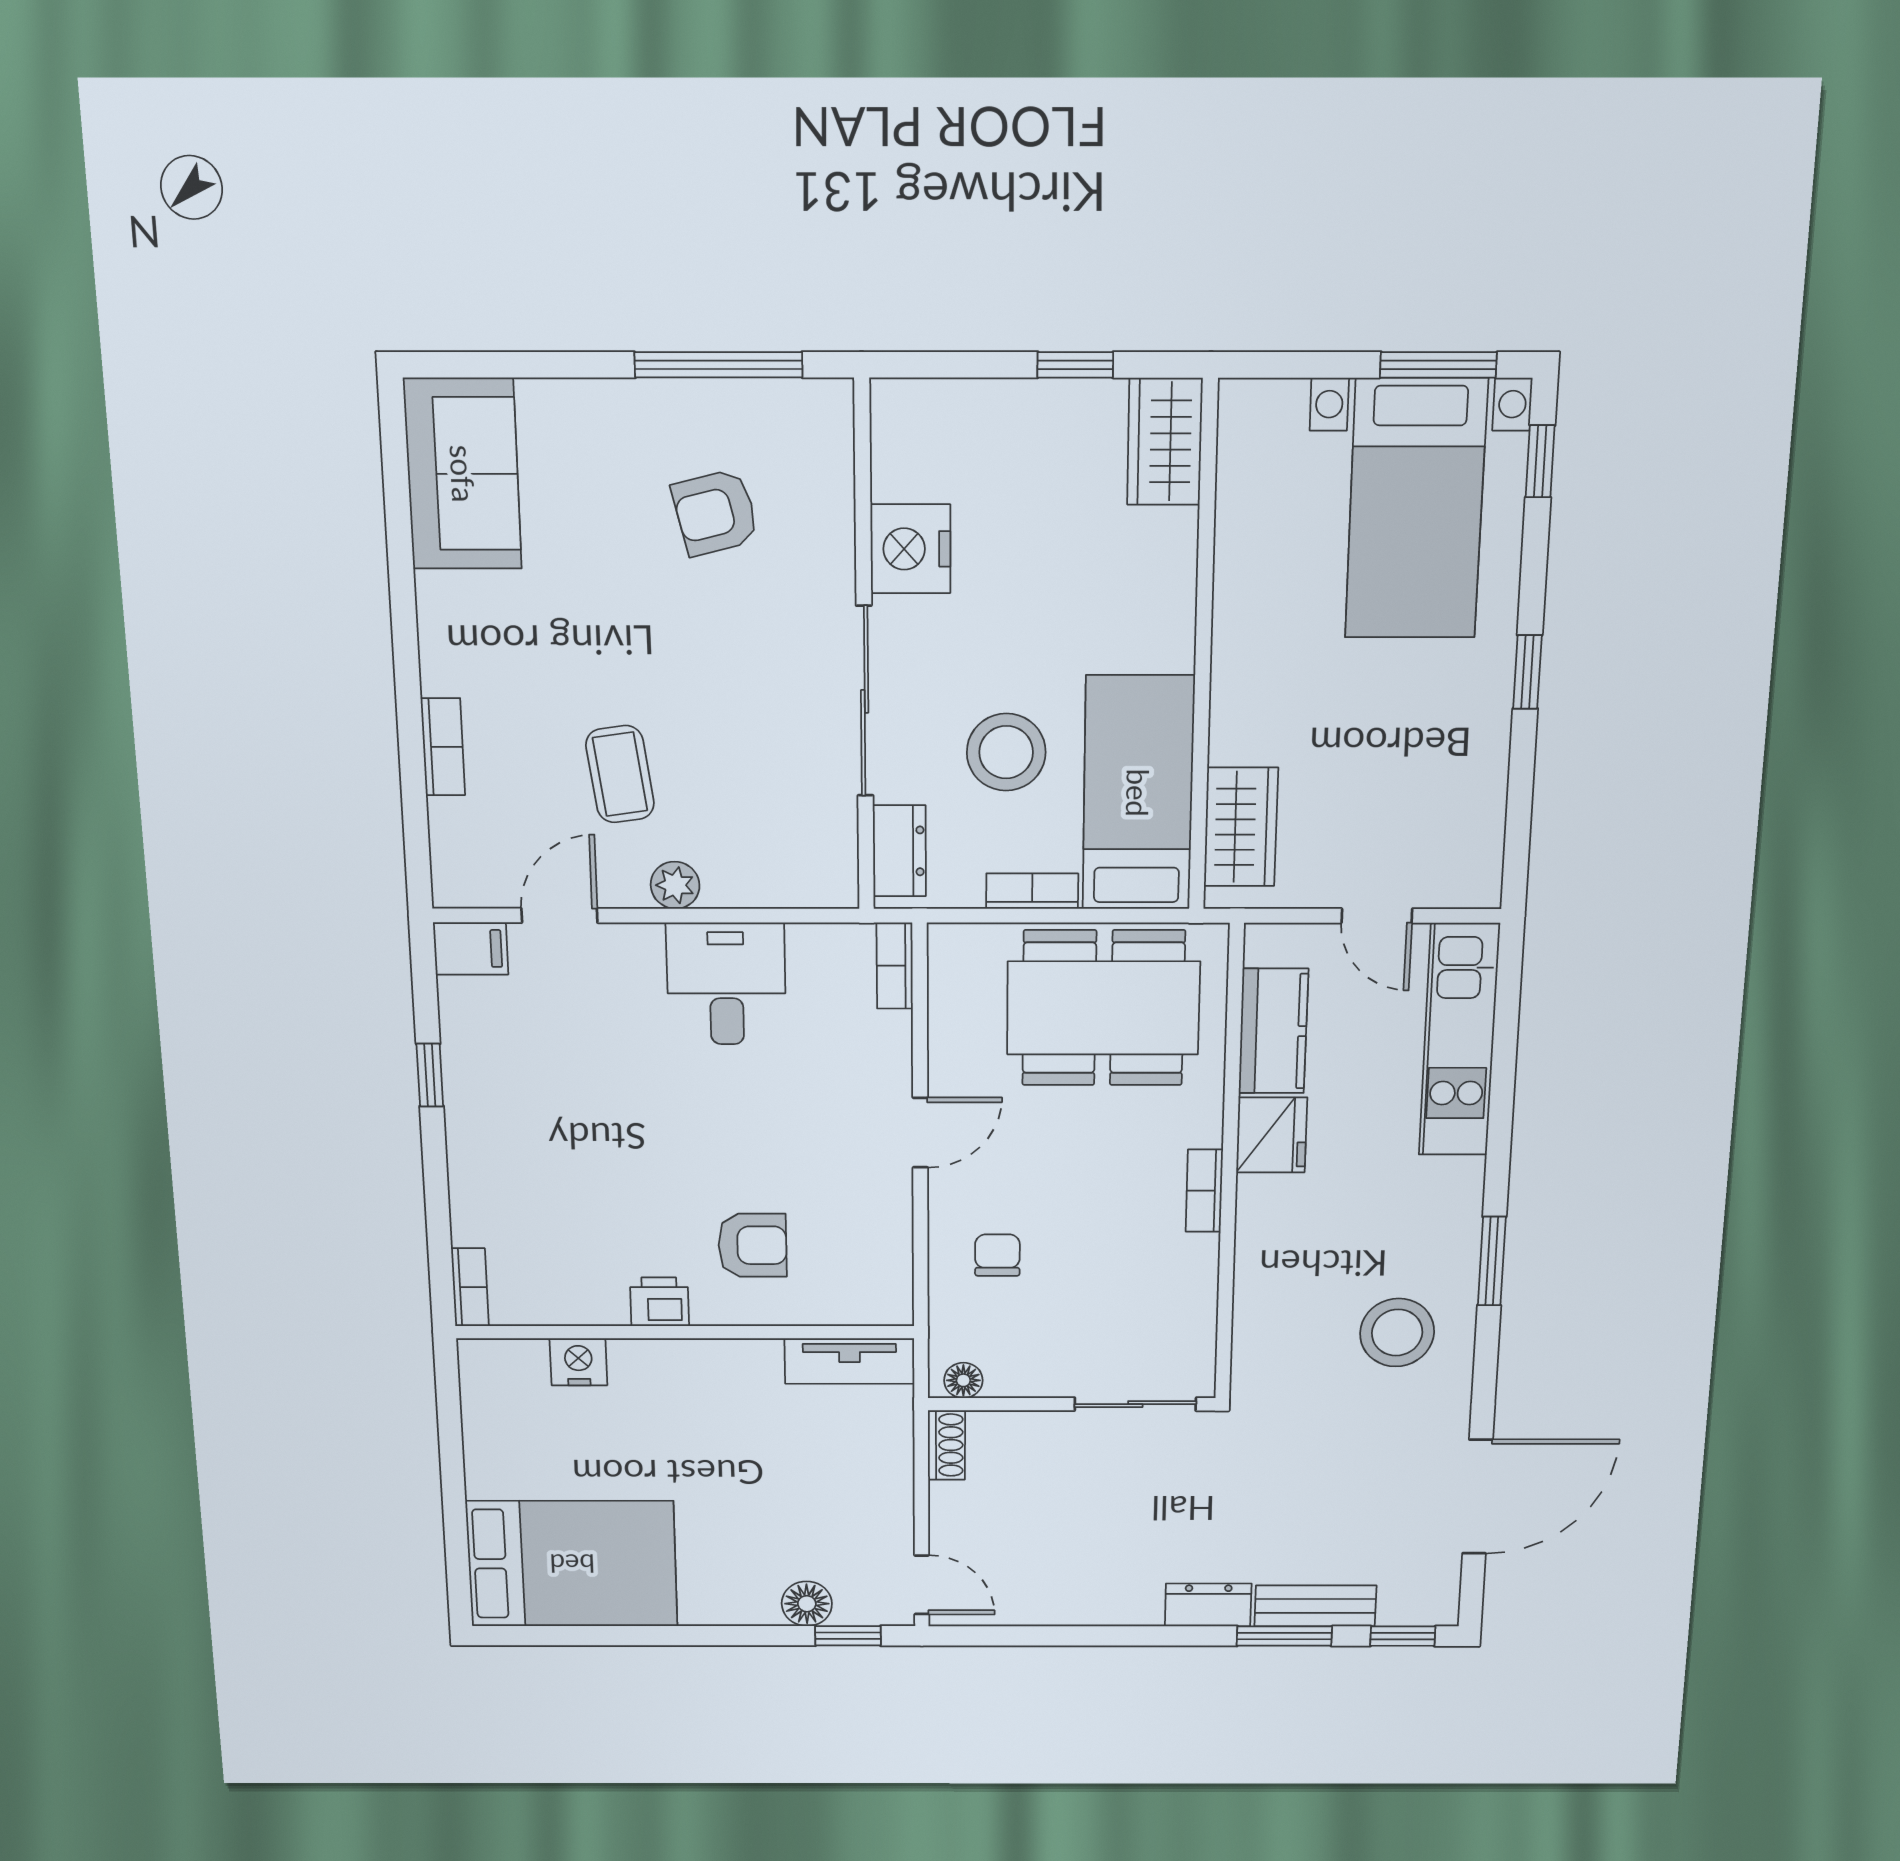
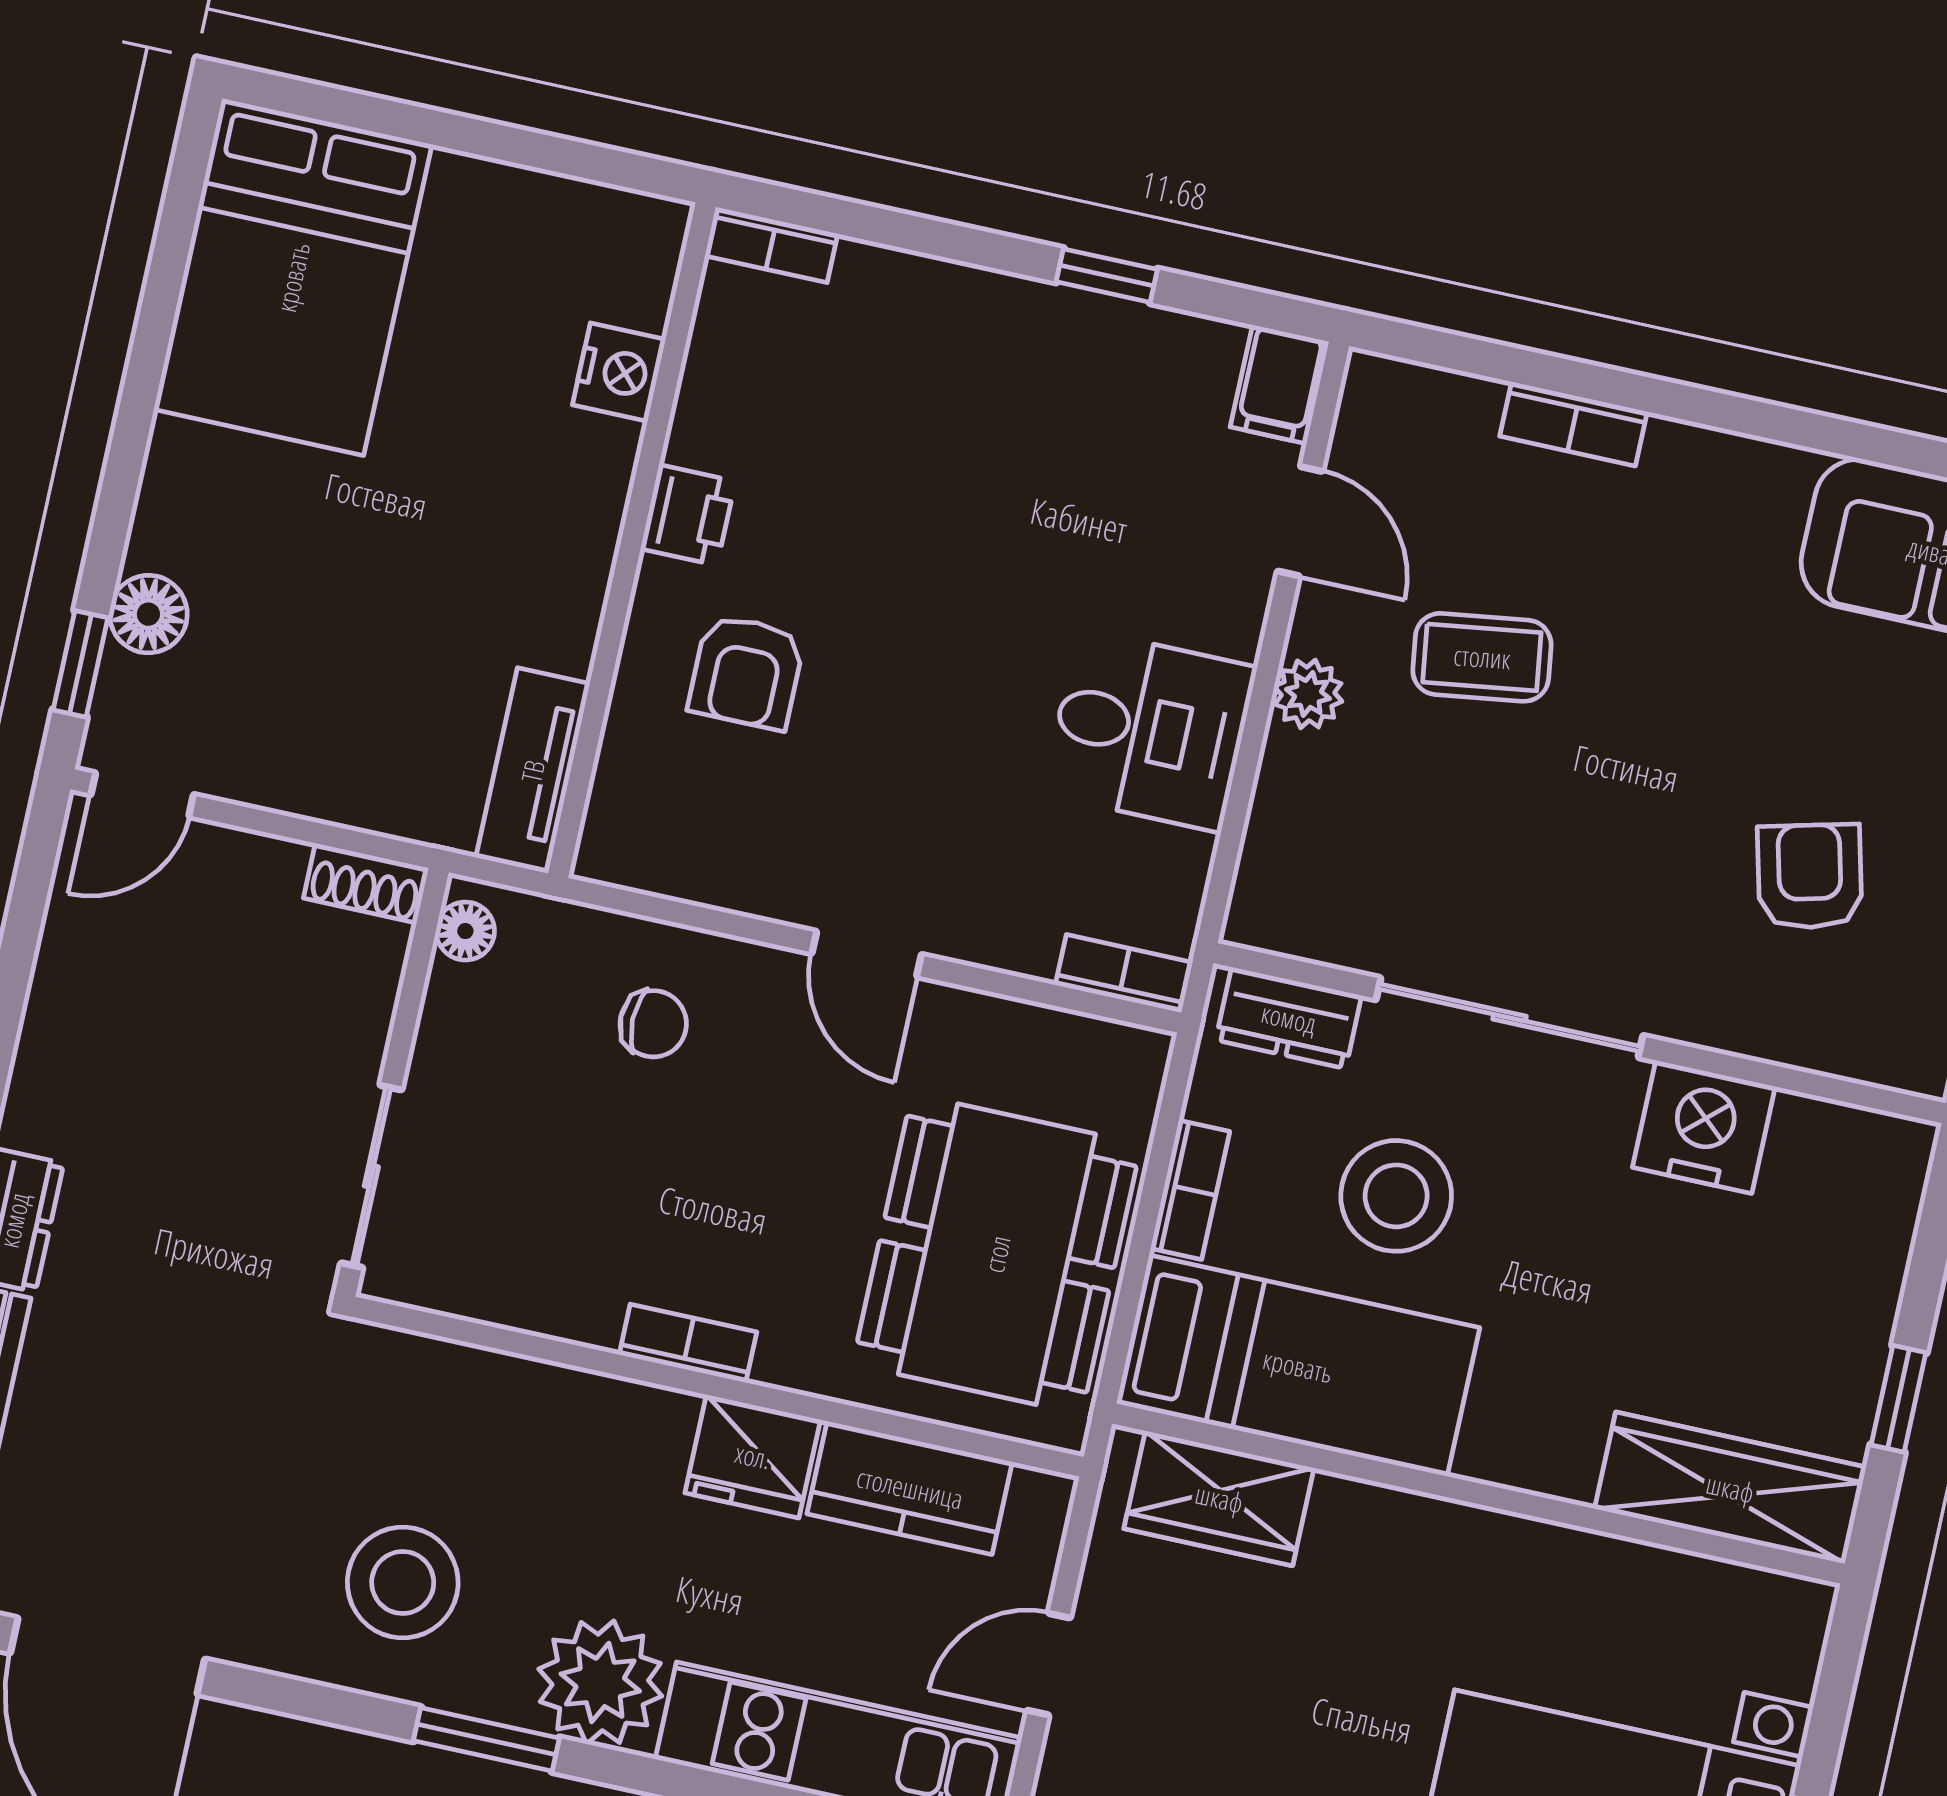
wardrobe: (1165, 441) -> (1730, 1488), width x1.50
plant: (1441, 1199) -> (600, 1682), added

